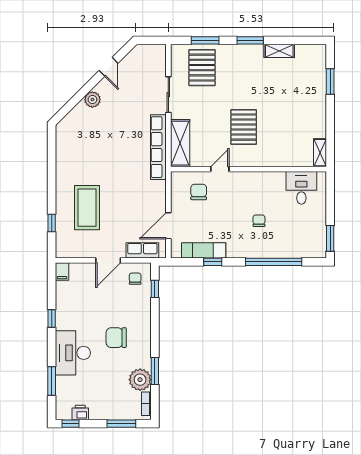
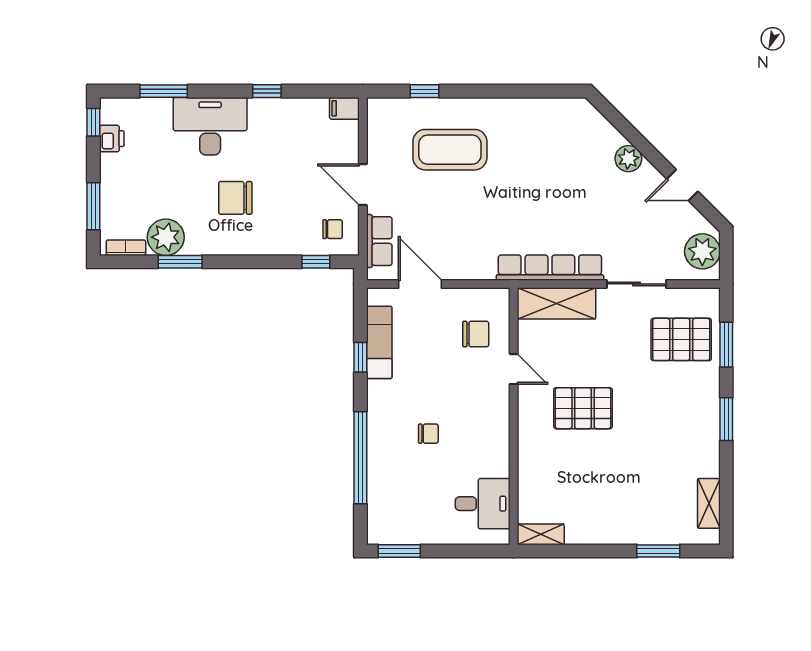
shelving: (279, 51) -> (709, 503), moved
plant: (149, 55) -> (702, 251), added
chair: (116, 338) -> (235, 198), turned -90

